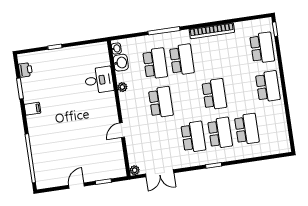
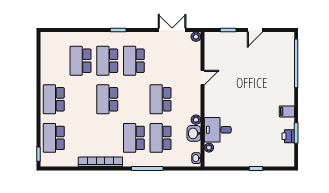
plant: (105, 61) -> (209, 148), added
washbasin: (121, 63) -> (194, 133), moved
printer: (25, 70) -> (288, 136), moved

